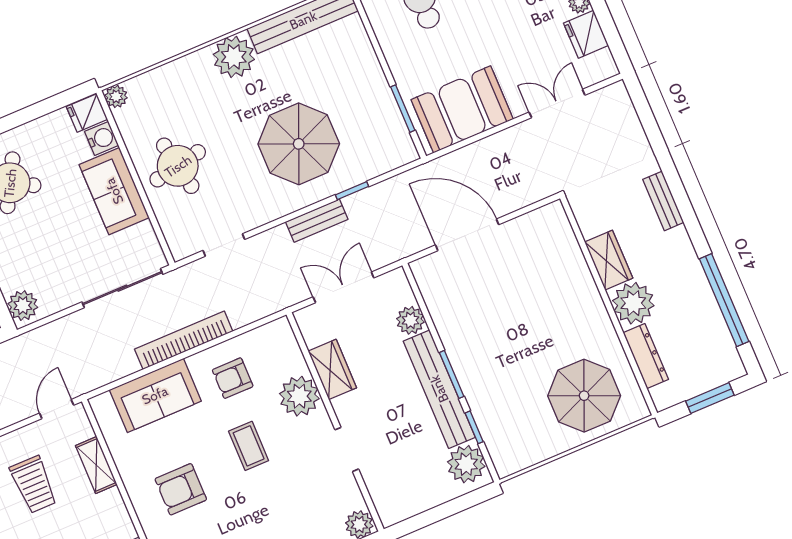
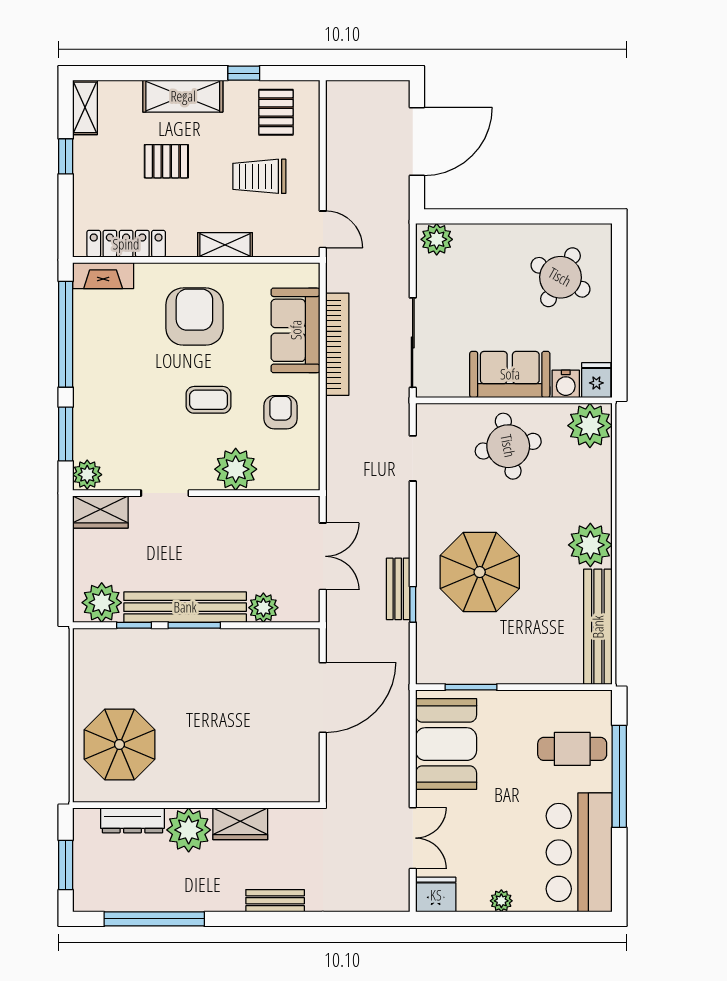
fridge: (586, 34) -> (436, 895), moved
plant: (116, 96) -> (590, 426), width x1.87, depth x1.87
bench: (317, 221) -> (398, 589), moved
bookcase: (184, 340) -> (337, 344), moved
wardrobe: (332, 369) -> (100, 512), moved
shelving: (96, 465) -> (225, 245), moved
armchair: (181, 489) -> (194, 317), width x1.36, depth x1.36

